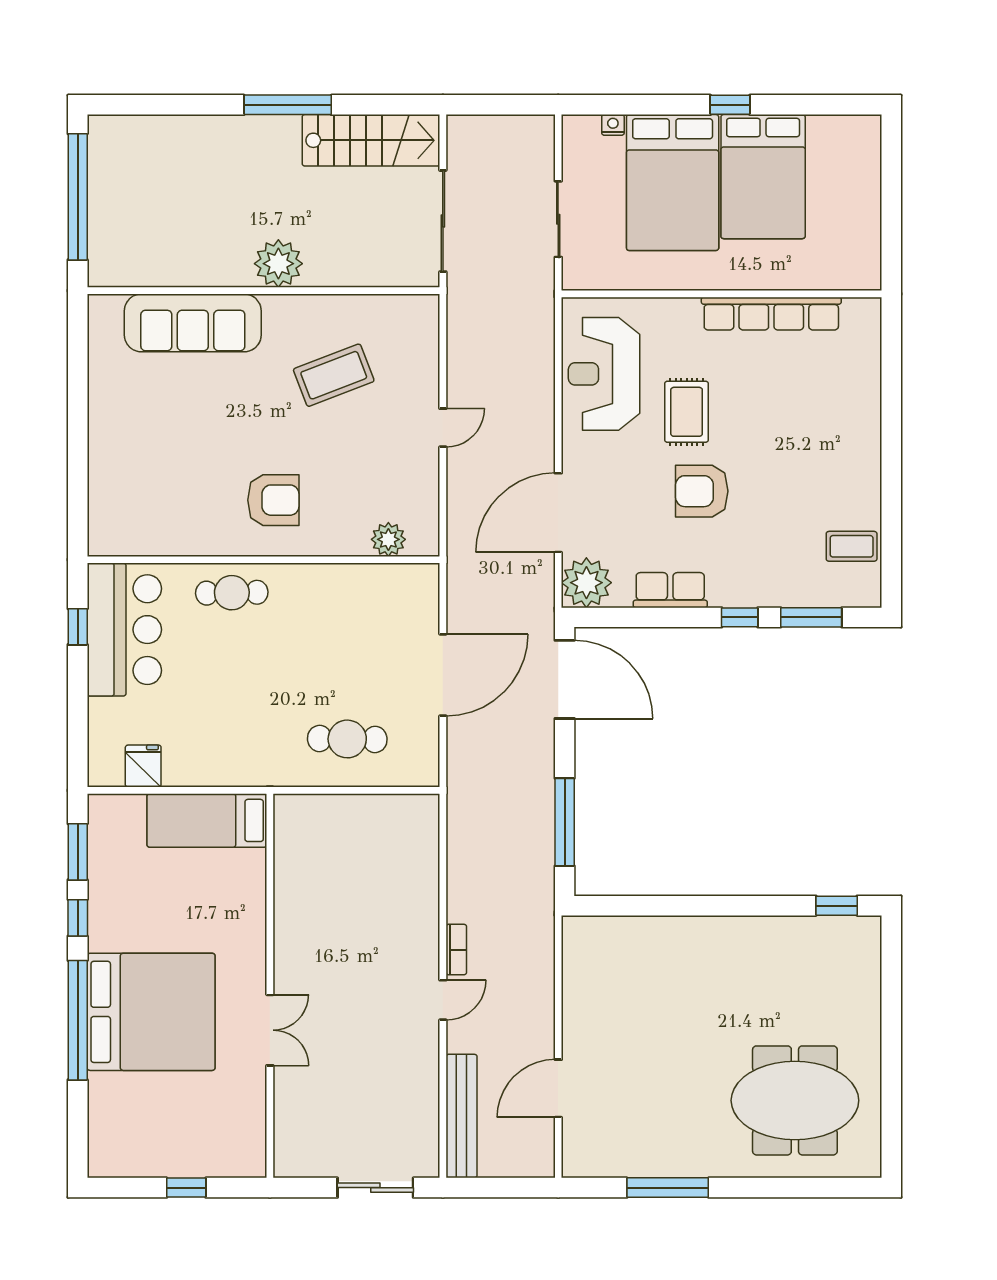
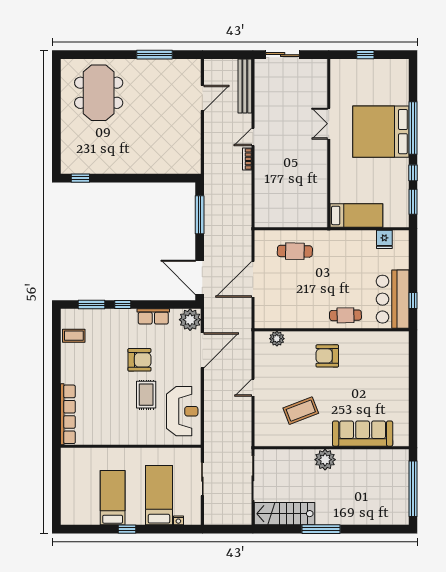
bed: (763, 177) -> (113, 498), width x0.67
bed: (673, 183) -> (159, 495), width x0.67
row of seats: (771, 314) -> (68, 414), moved, turned 90
meeting table: (795, 1100) -> (99, 93), turned 90

